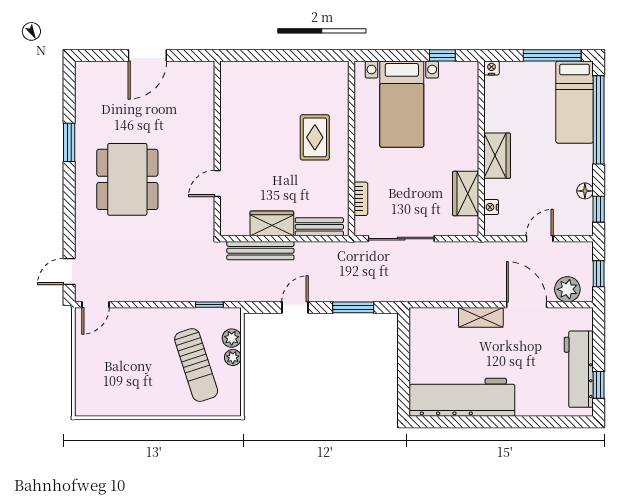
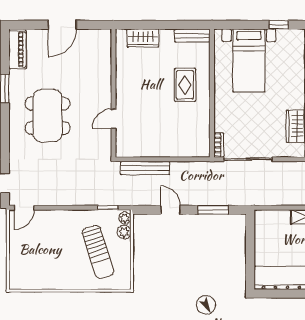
piano: (86, 89) -> (18, 50), added
bookcase: (361, 199) -> (219, 145), moved
wardrobe: (272, 223) -> (143, 38), moved, turned 180
bench: (319, 227) -> (192, 36), moved
door: (295, 307) -> (170, 210), hinge flipped
plant: (233, 357) -> (125, 218), moved

